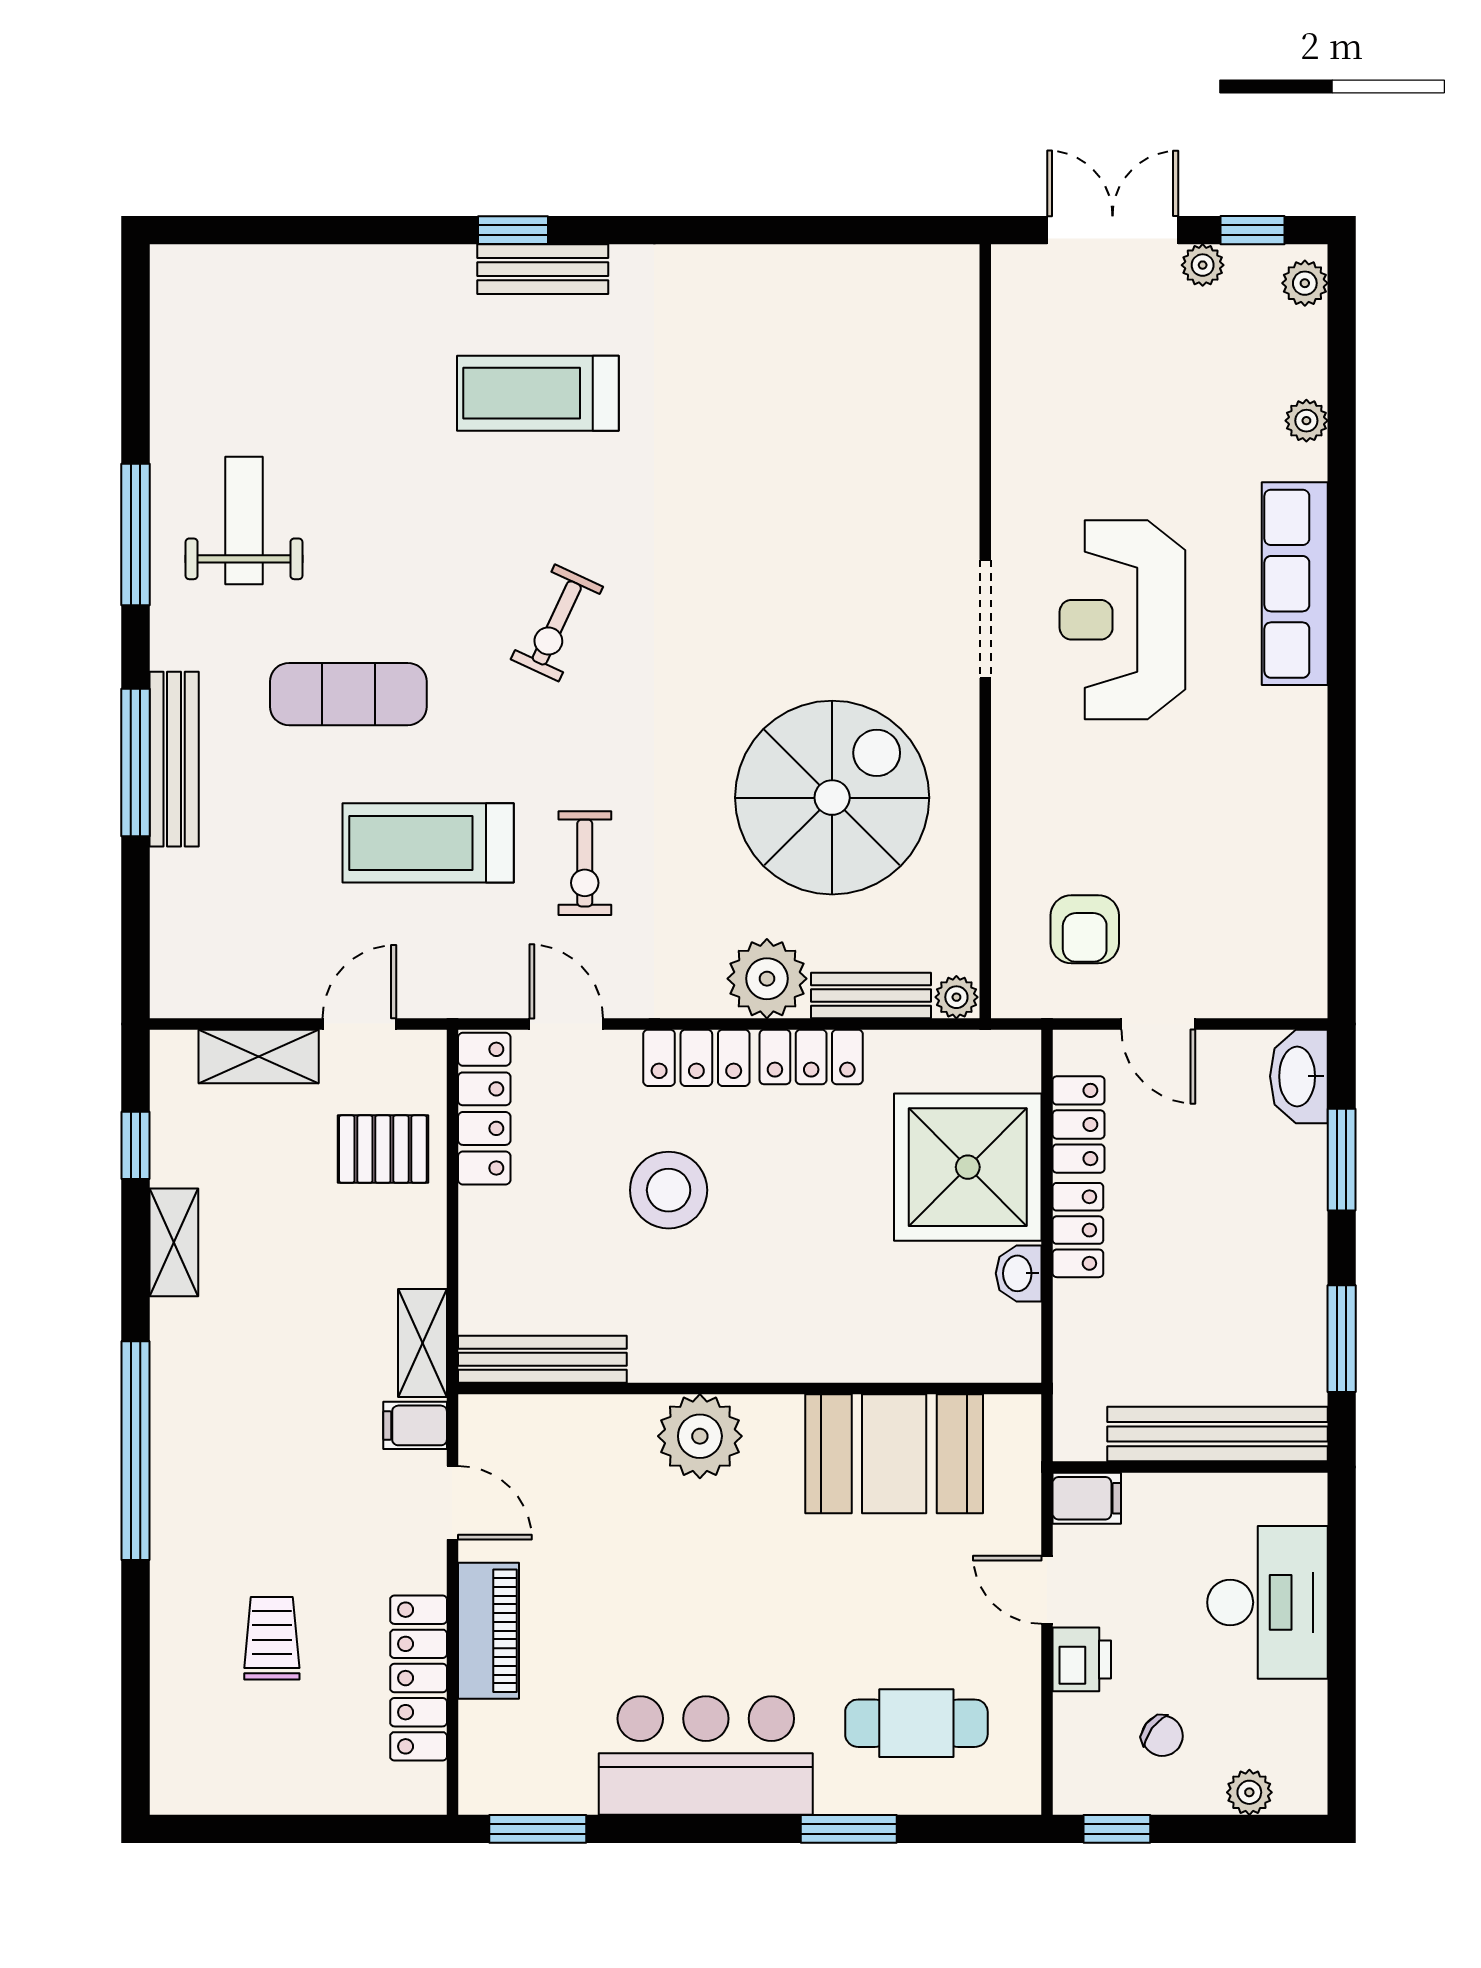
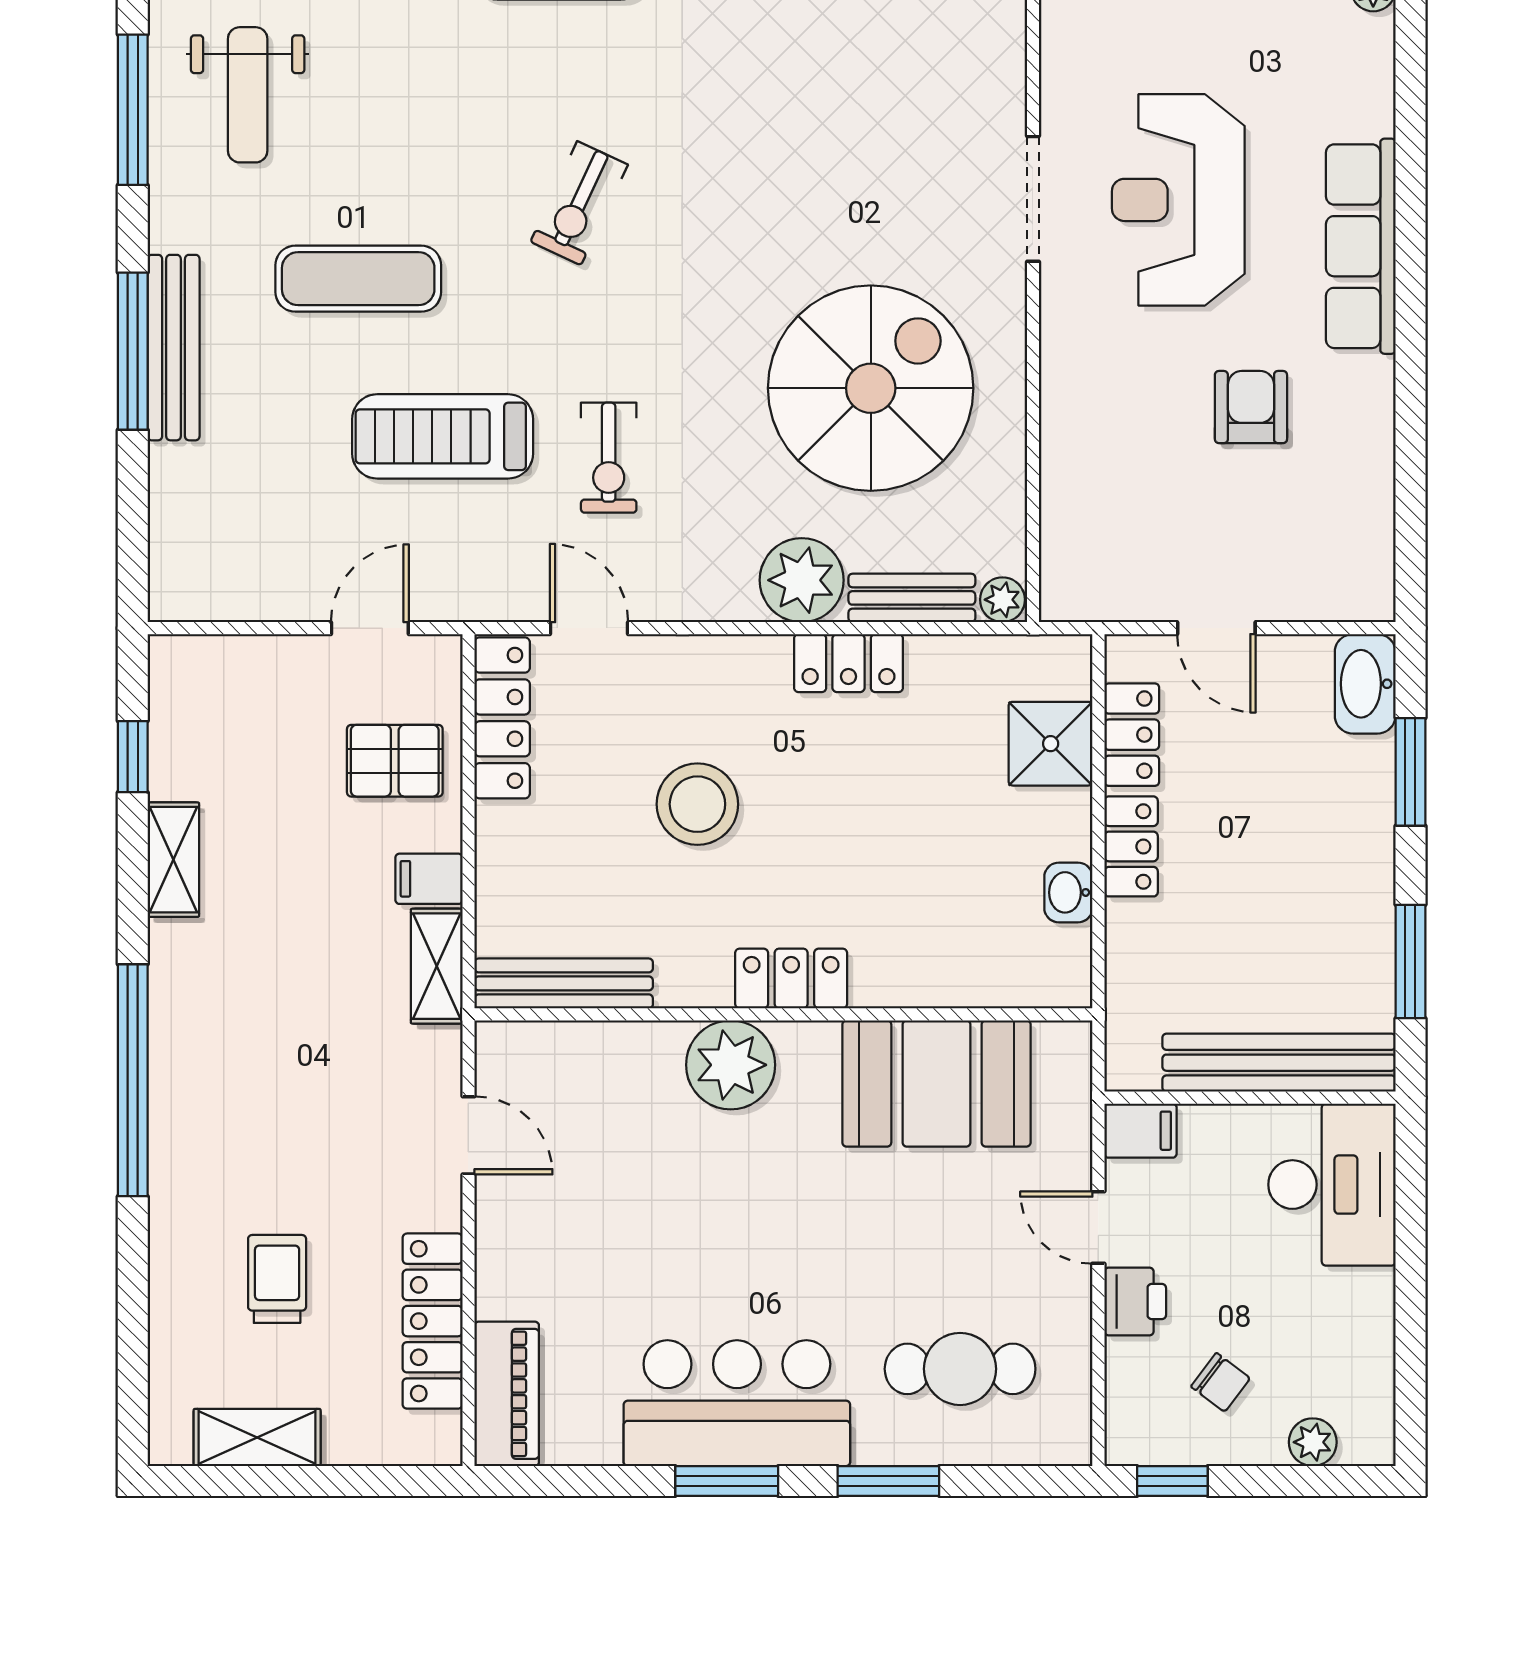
weight bench: (244, 521) -> (248, 95), turned 180
row of seats: (1295, 584) -> (1361, 246), moved
armchair: (1085, 929) -> (1251, 407), moved, turned 180
shelving: (259, 1057) -> (257, 1437), moved
locker: (696, 1058) -> (791, 978), moved, turned 180
shower: (968, 1167) -> (1051, 744), width x0.54, depth x0.54
filing cabinet: (415, 1425) -> (429, 879), moved
desk: (1267, 1602) -> (1332, 1185), moved
piano: (489, 1631) -> (507, 1394), moved
window: (538, 1829) -> (727, 1481), moved

